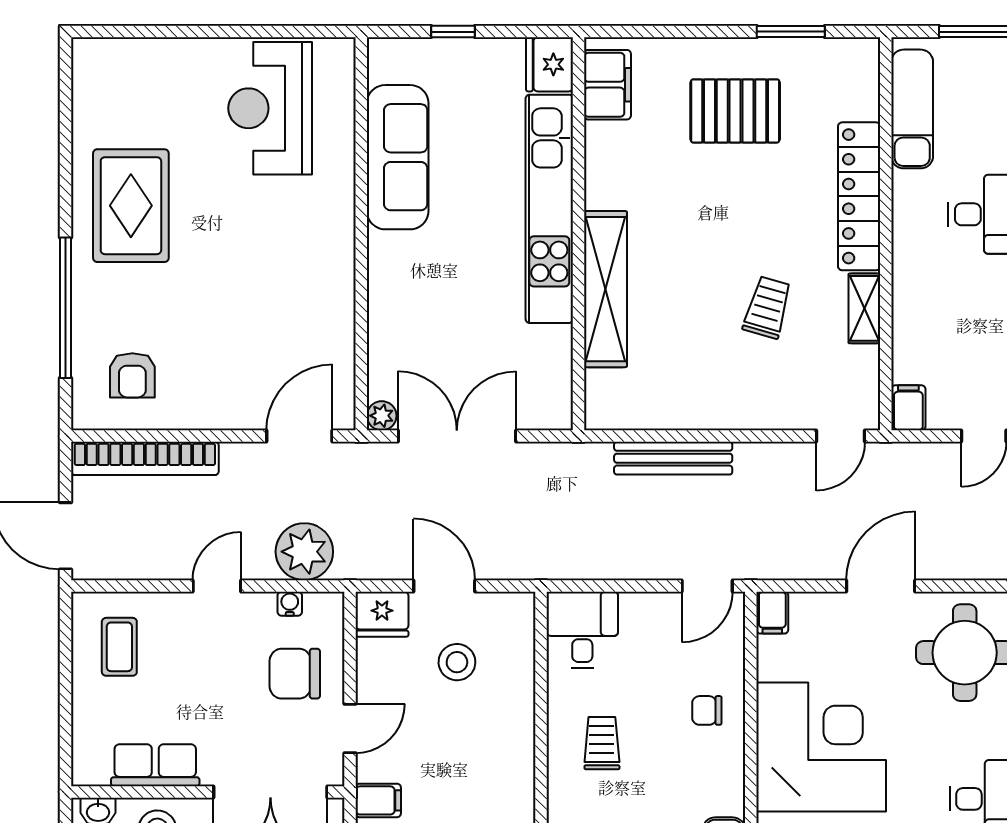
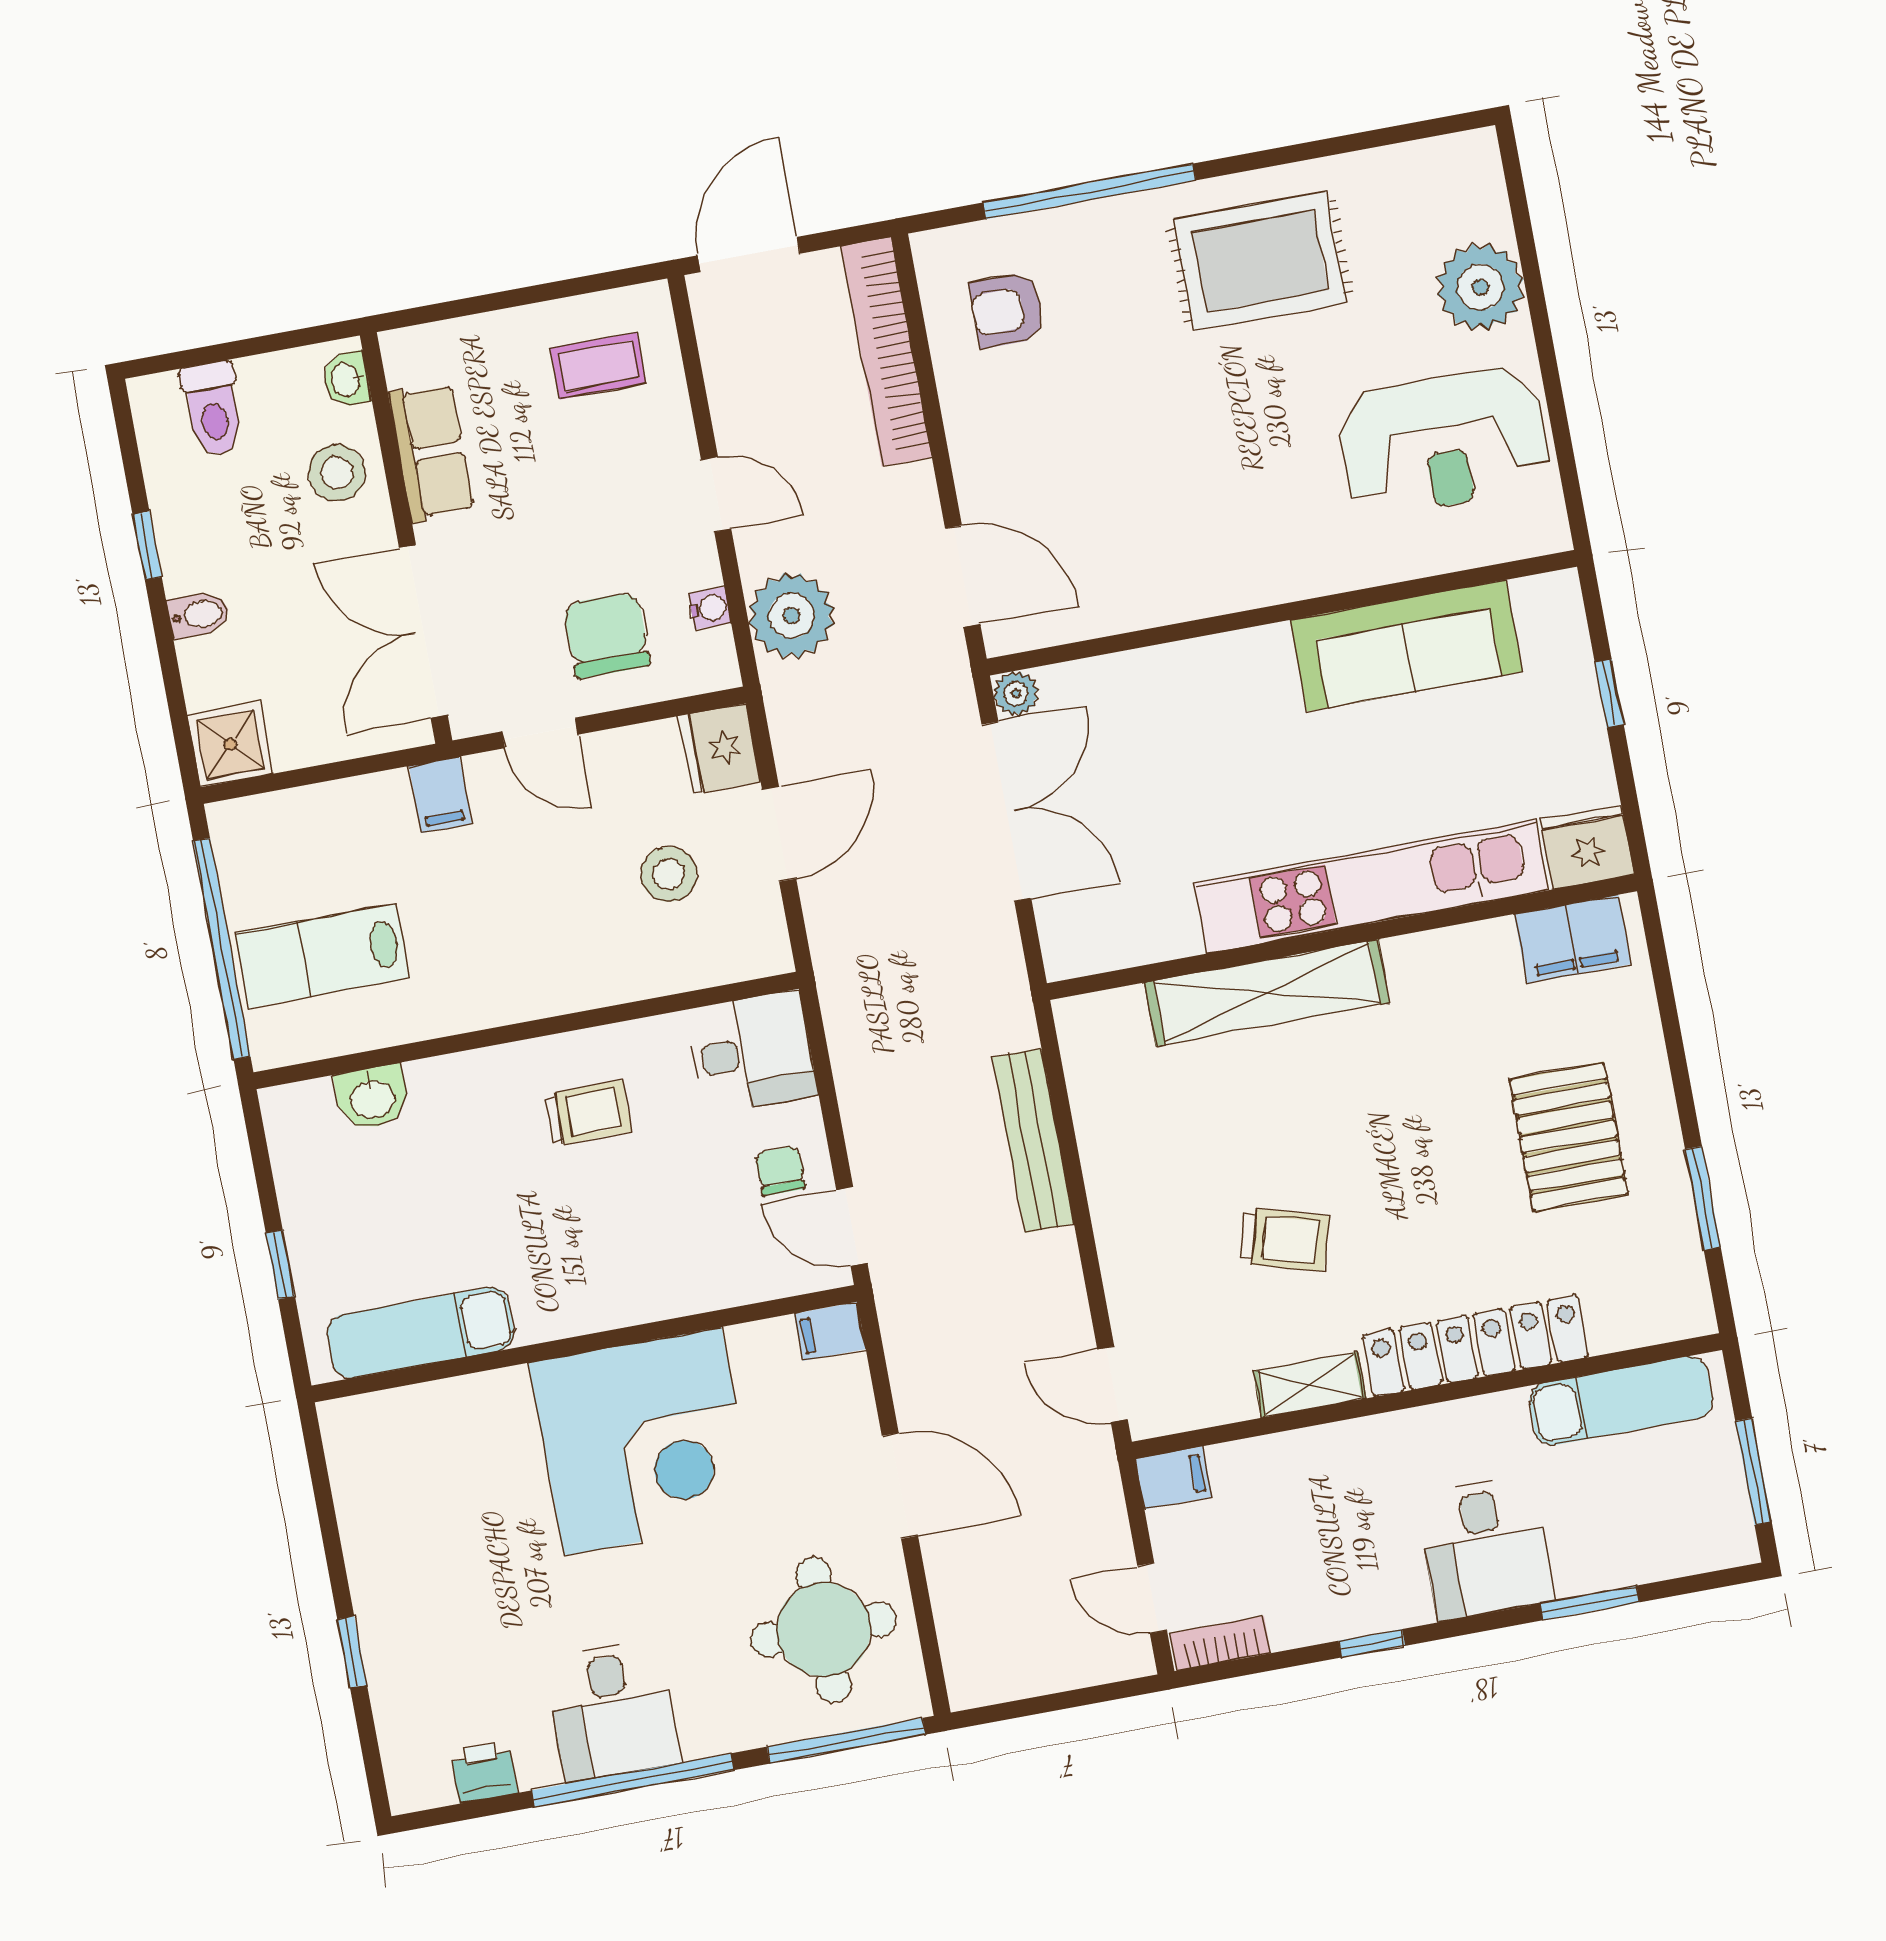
plant: (174, 66) -> (1480, 287), added
reception desk: (270, 108) -> (1444, 442), turned 180
chair: (707, 710) -> (780, 1171), moved

